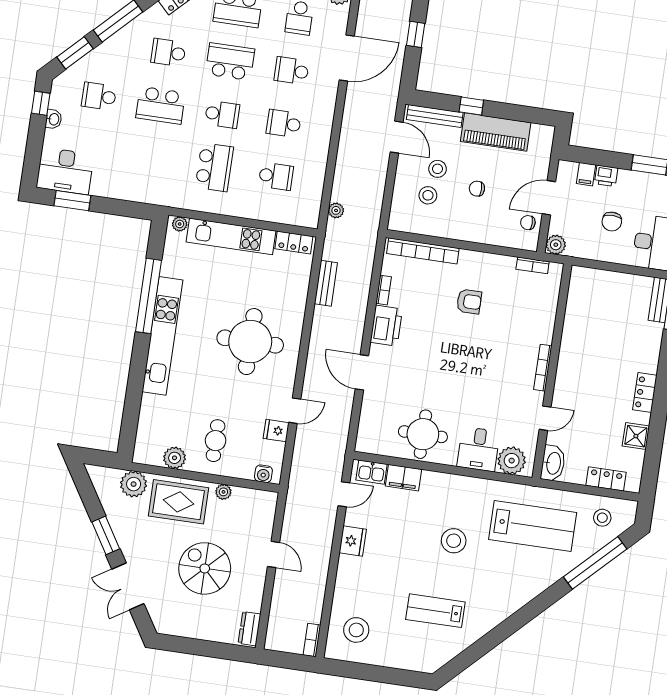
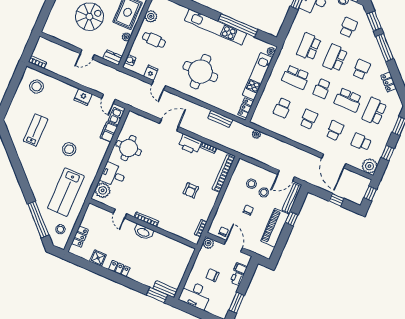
school desk: (230, 62) -> (348, 100), turned 90
school desk: (153, 158) -> (309, 47), added
washbasin: (553, 463) -> (143, 232), moved
dresser: (250, 629) -> (113, 58), moved

